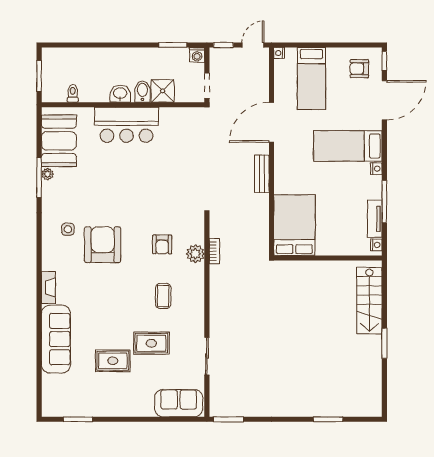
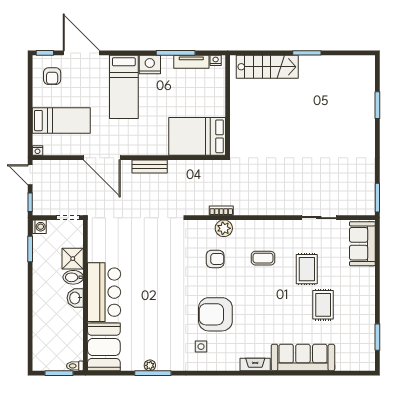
toilet: (73, 93) -> (75, 366), moved
booth: (59, 141) -> (104, 347), moved, turned 90
nightstand: (376, 169) -> (150, 64), width x1.89, depth x1.79

